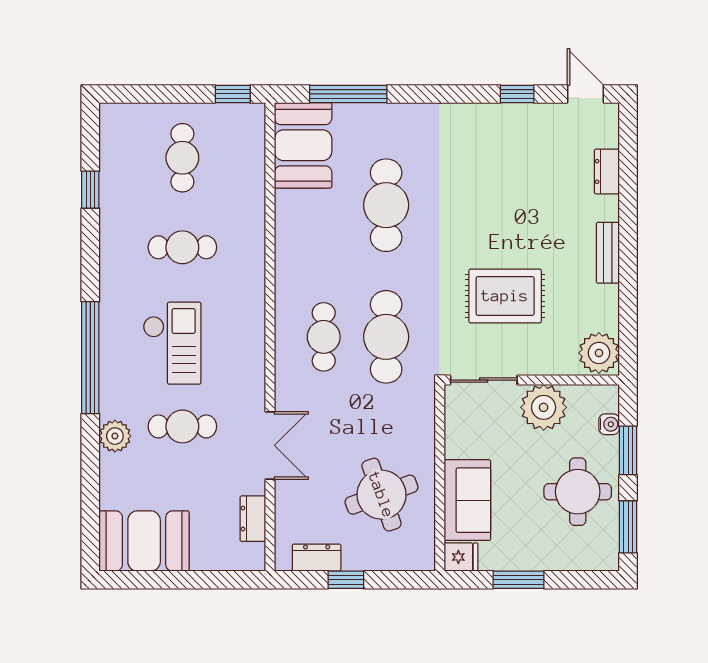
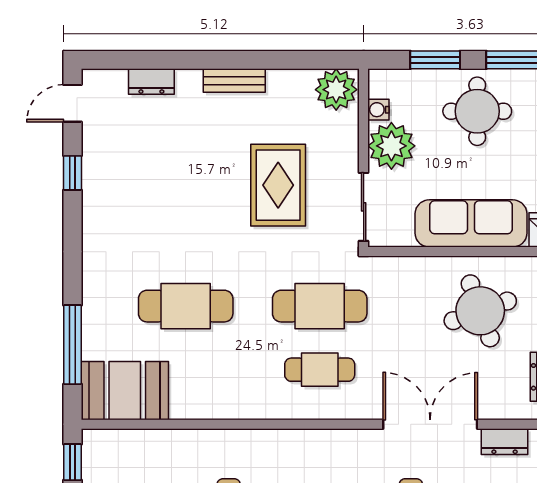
water cooler: (609, 424) -> (378, 110), moved, turned -90
double door: (270, 445) -> (430, 424), width x1.37
sofa: (467, 500) -> (471, 223), width x1.36

